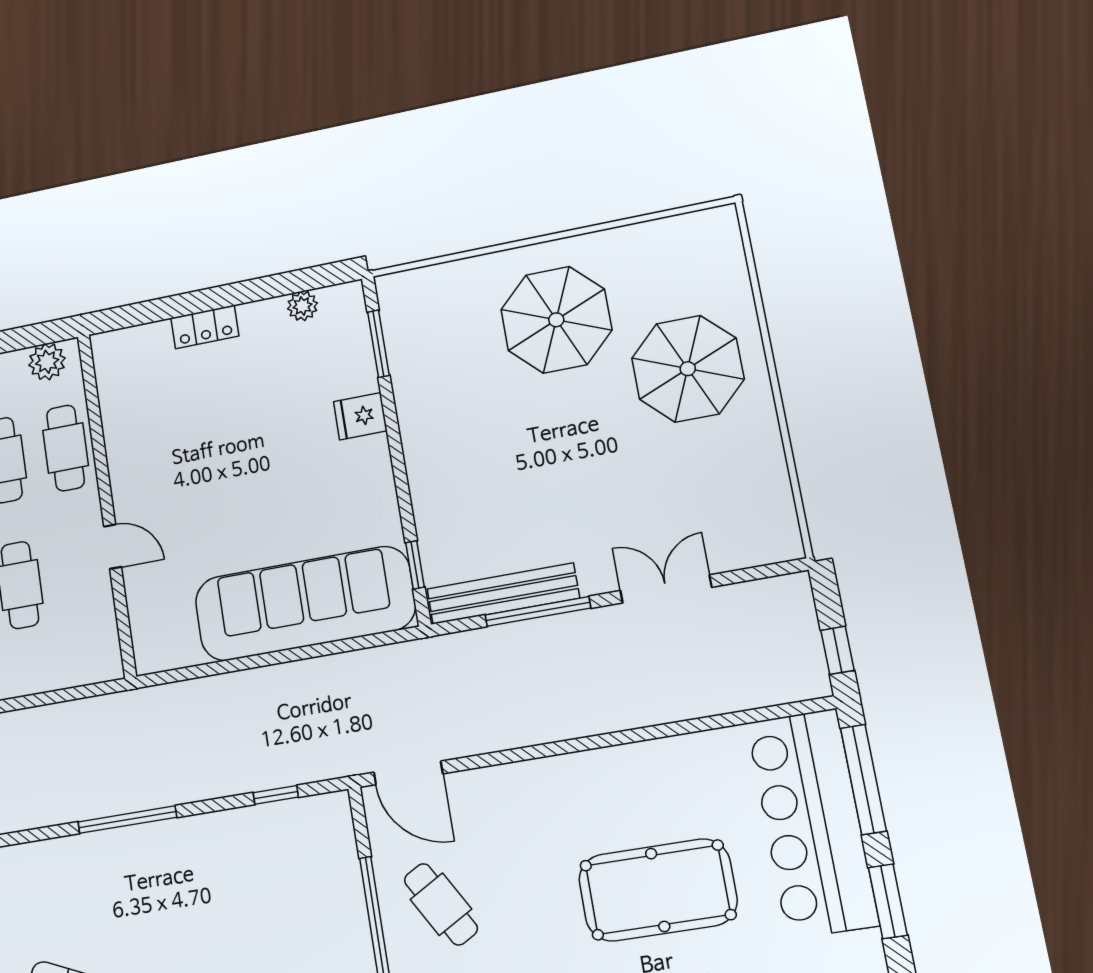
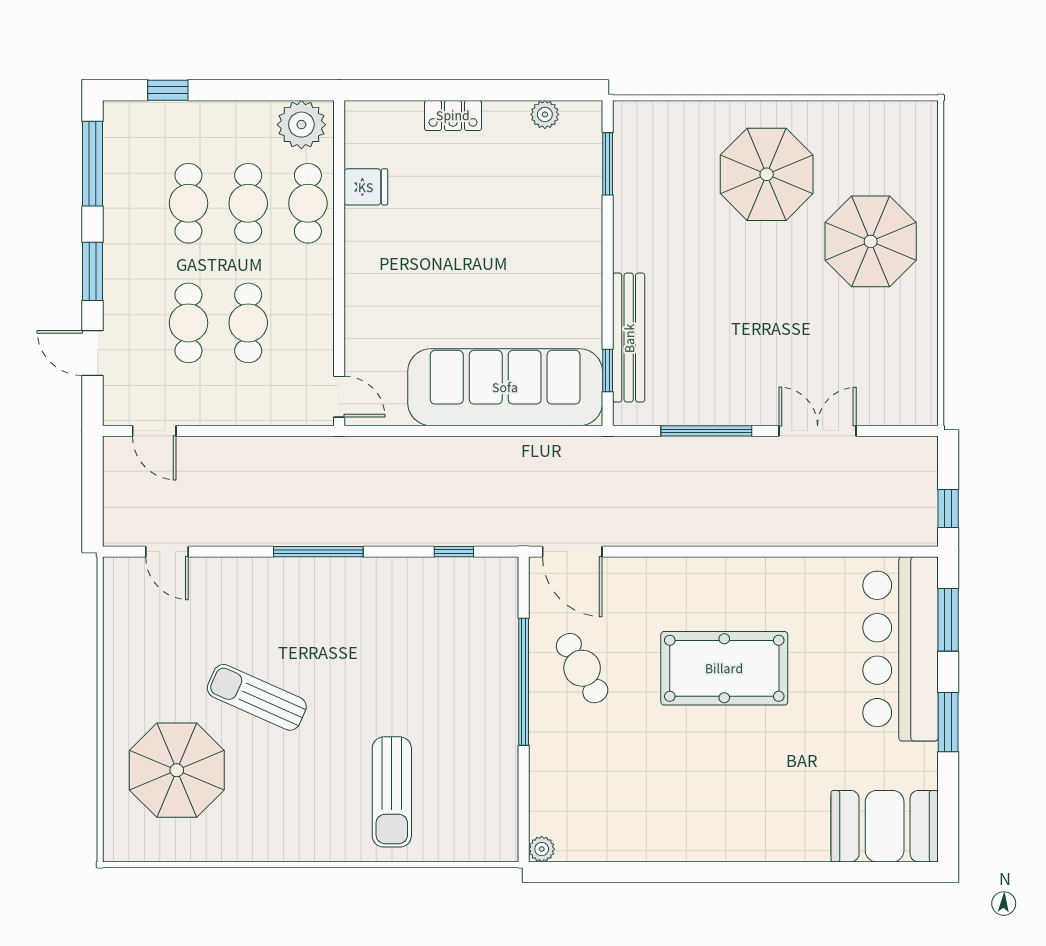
plant: (47, 362) -> (301, 125), width x1.36, depth x1.36
fridge: (360, 416) -> (366, 187), moved, turned 180
door: (113, 547) -> (339, 397), moved
bench: (503, 594) -> (629, 338), moved, turned 90
window: (863, 780) -> (948, 620), width x0.69
pool table: (658, 890) -> (724, 668), moved

